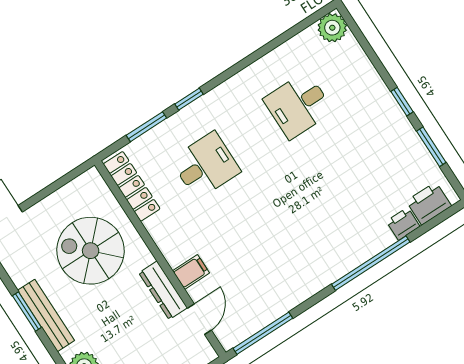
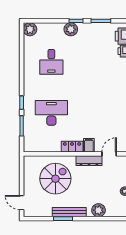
plant: (381, 102) -> (71, 29), added
desk: (205, 166) -> (51, 113), width x1.37
locker: (132, 186) -> (72, 147), moved, width x0.66
spiral stairs: (91, 251) -> (55, 179), turned 180
door: (199, 319) -> (109, 154), hinge flipped

